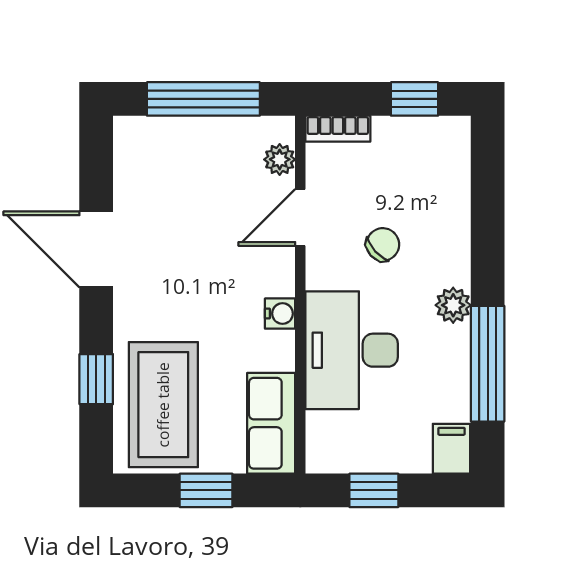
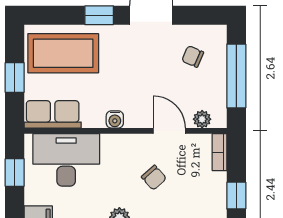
chair: (169, 176) -> (193, 56), added
desk: (352, 350) -> (66, 160), moved
window: (96, 379) -> (99, 15), moved

